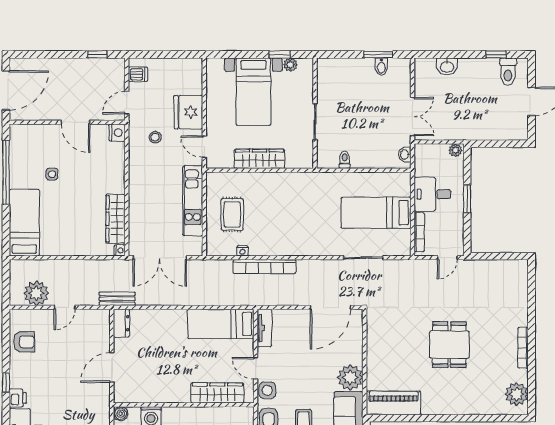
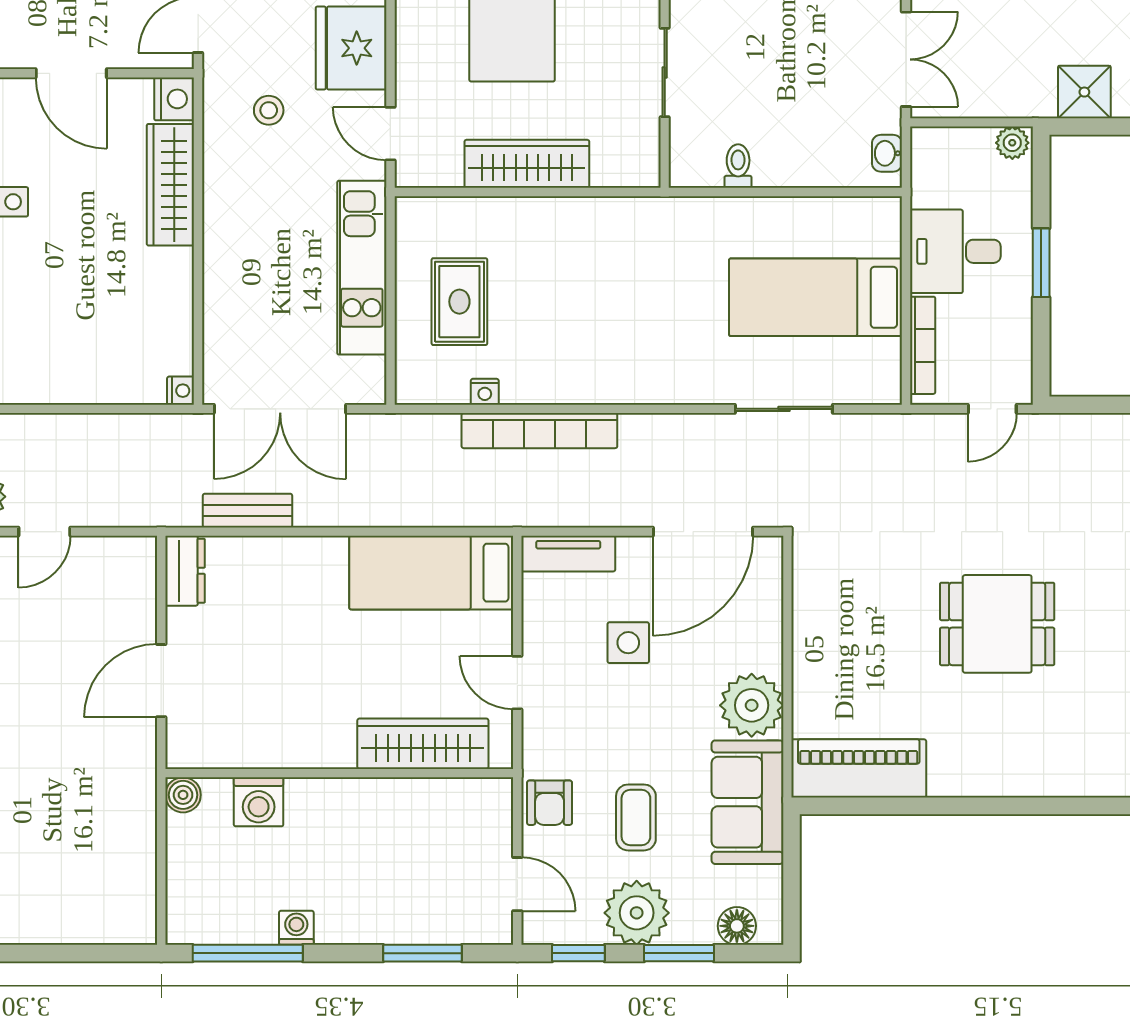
shower: (485, 130) -> (1084, 92), added
wardrobe: (115, 219) -> (170, 185), moved
bench: (117, 299) -> (247, 511), moved
tv unit: (264, 328) -> (568, 554), moved, turned 90
dining table: (449, 345) -> (997, 624), turned 90
side table: (267, 390) -> (628, 643), moved

